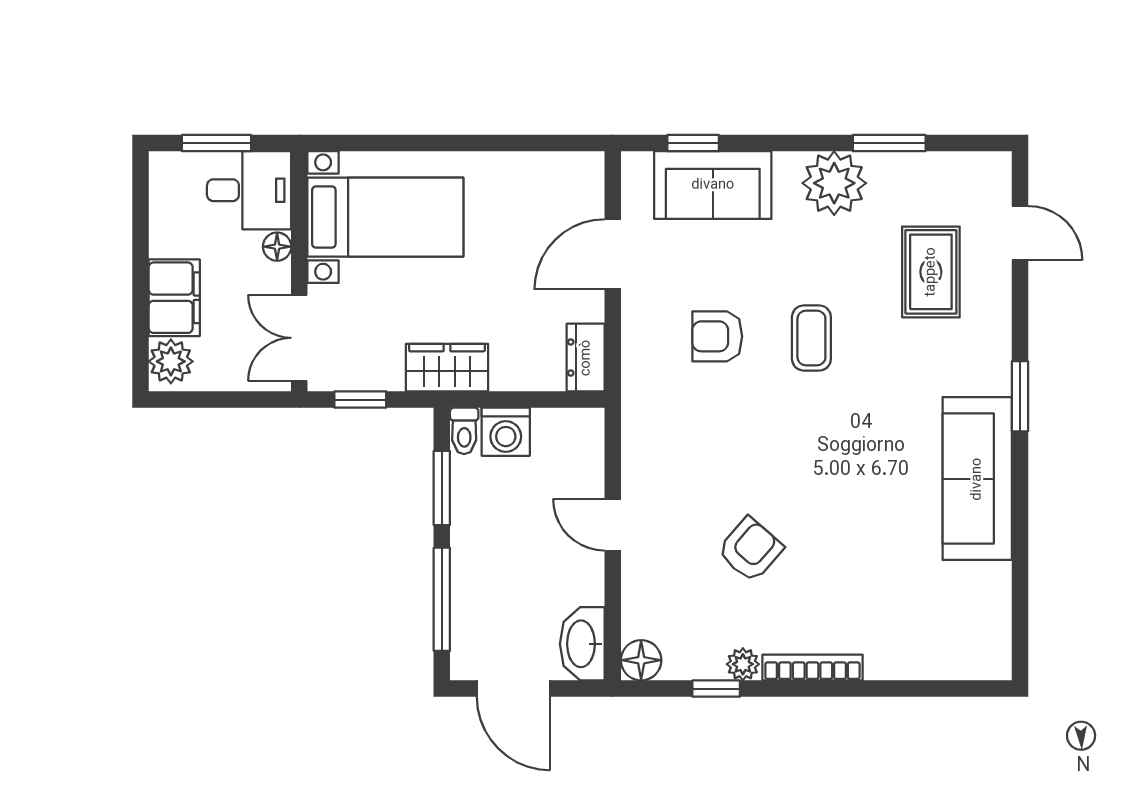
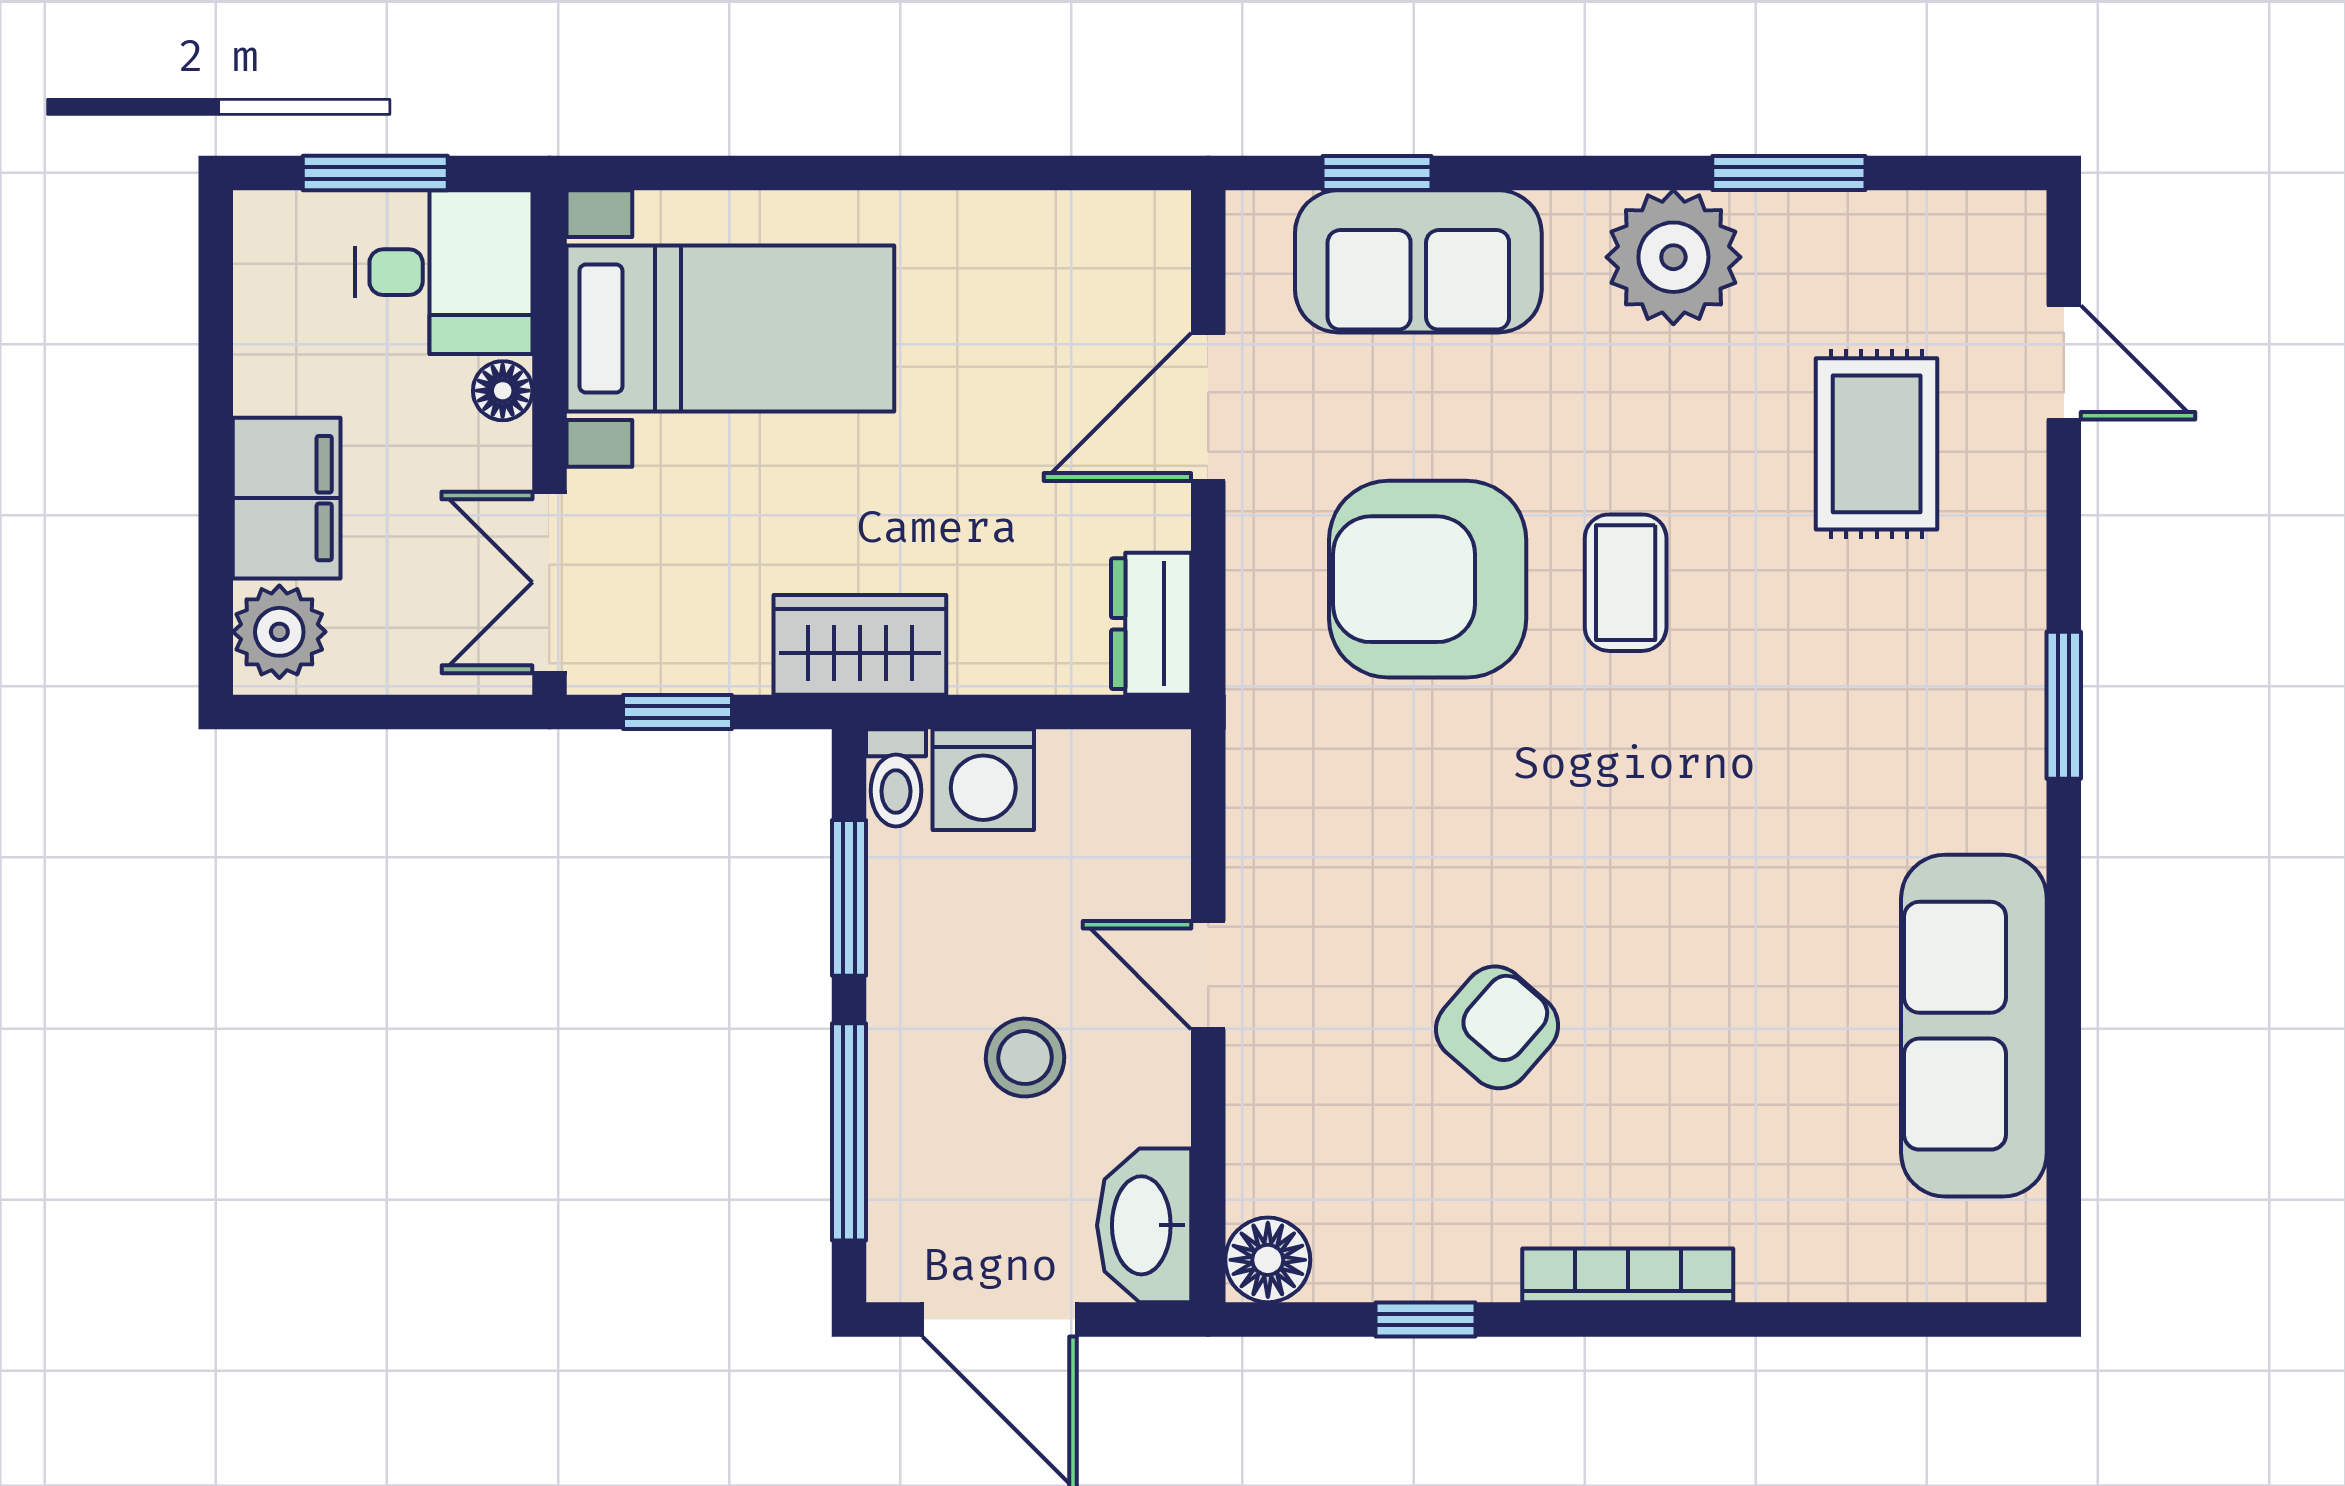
armchair: (717, 336) -> (1428, 579), width x1.88, depth x1.88
sofa: (977, 479) -> (1974, 1026), moved
stool: (526, 564) -> (1025, 1058), added
plant: (743, 664) -> (1482, 1268), removed

